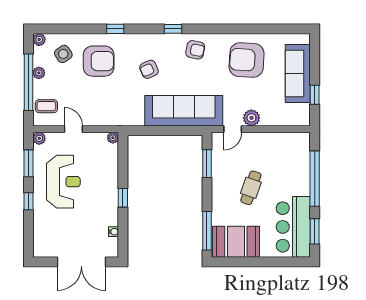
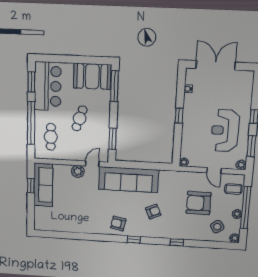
armchair: (247, 60) -> (80, 214), removed
armchair: (99, 61) -> (199, 203), moved
sofa: (298, 73) -> (43, 185), moved
cafe table: (288, 162) -> (51, 137), added

